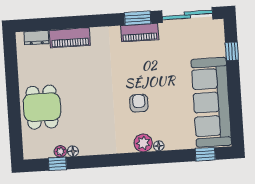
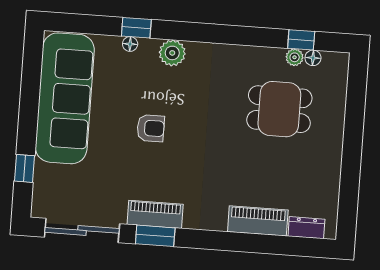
armchair: (139, 103) -> (151, 128), moved, turned -90
dining table: (42, 107) -> (279, 109), moved, turned 90
floor lamp: (159, 146) -> (130, 44), moved
floor lamp: (73, 151) -> (313, 58), moved
window: (205, 154) -> (136, 28), moved

